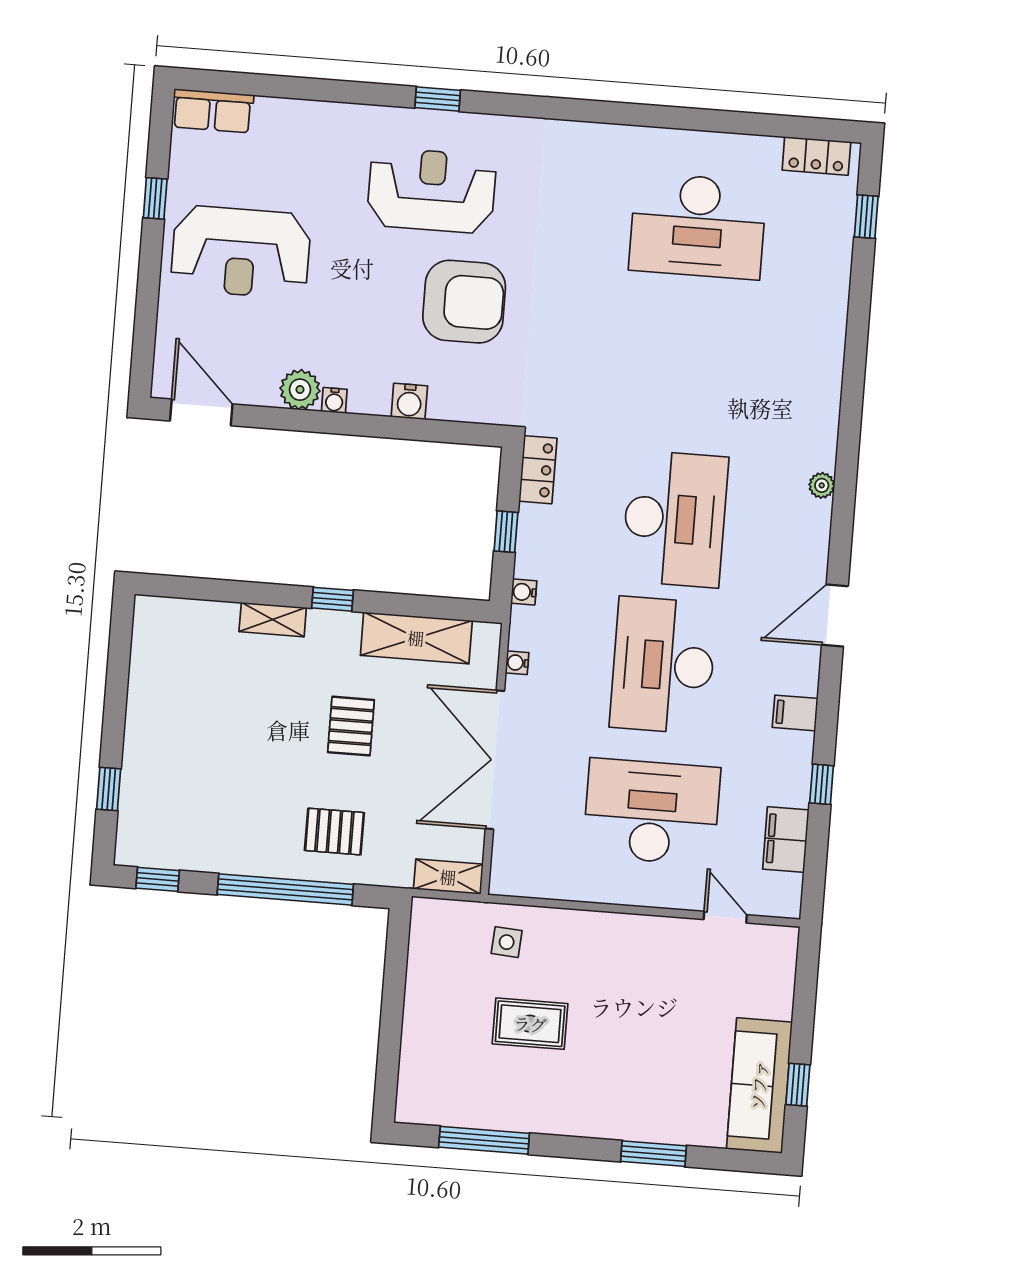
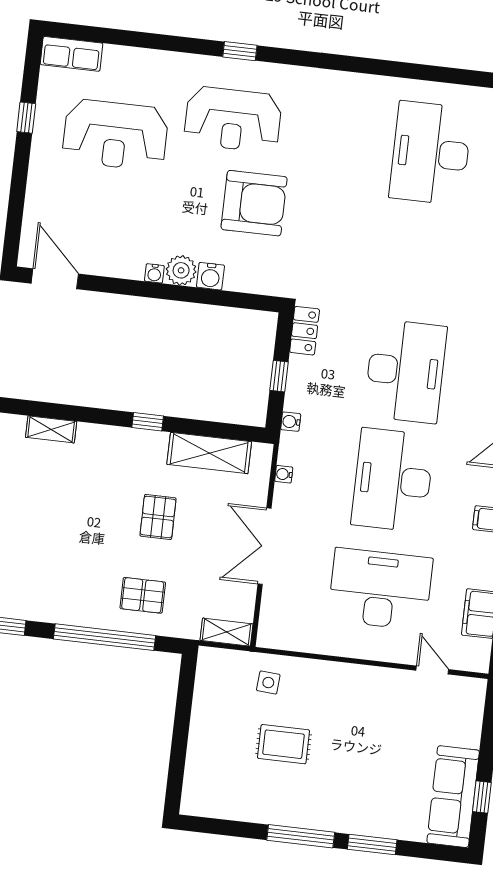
reception desk: (432, 190) -> (233, 119), turned 180
desk: (698, 226) -> (431, 153), turned 90
reception desk: (241, 252) -> (115, 135), moved
plant: (300, 390) -> (181, 270), moved
shelving: (273, 620) -> (51, 429), moved
double door: (495, 760) -> (265, 546), width x0.73
window: (484, 1140) -> (301, 836), moved

